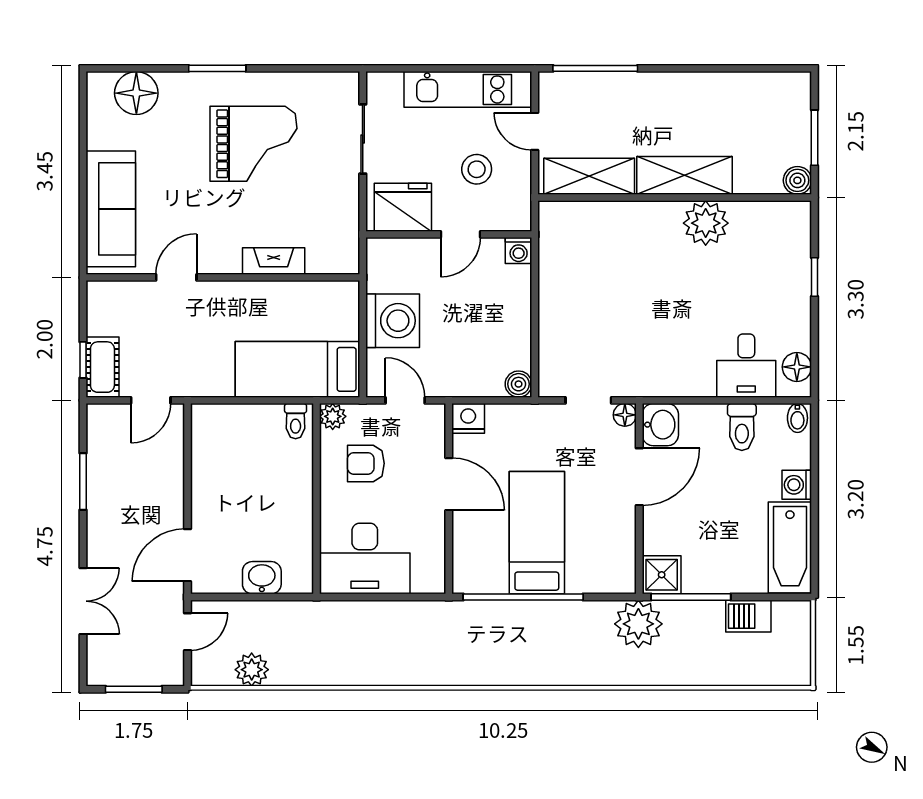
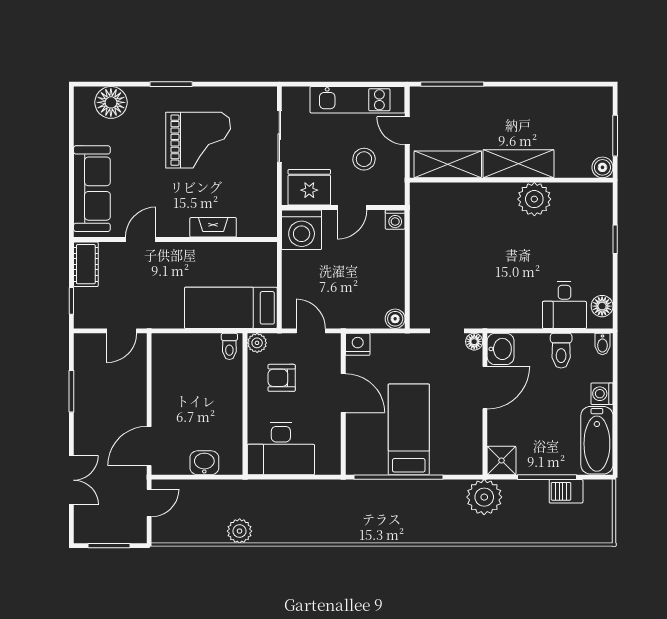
washing machine: (393, 321) -> (302, 230), moved, turned 90
cot: (102, 367) -> (86, 264), moved
window: (691, 597) -> (547, 477), moved
plant: (252, 670) -> (240, 531), moved

